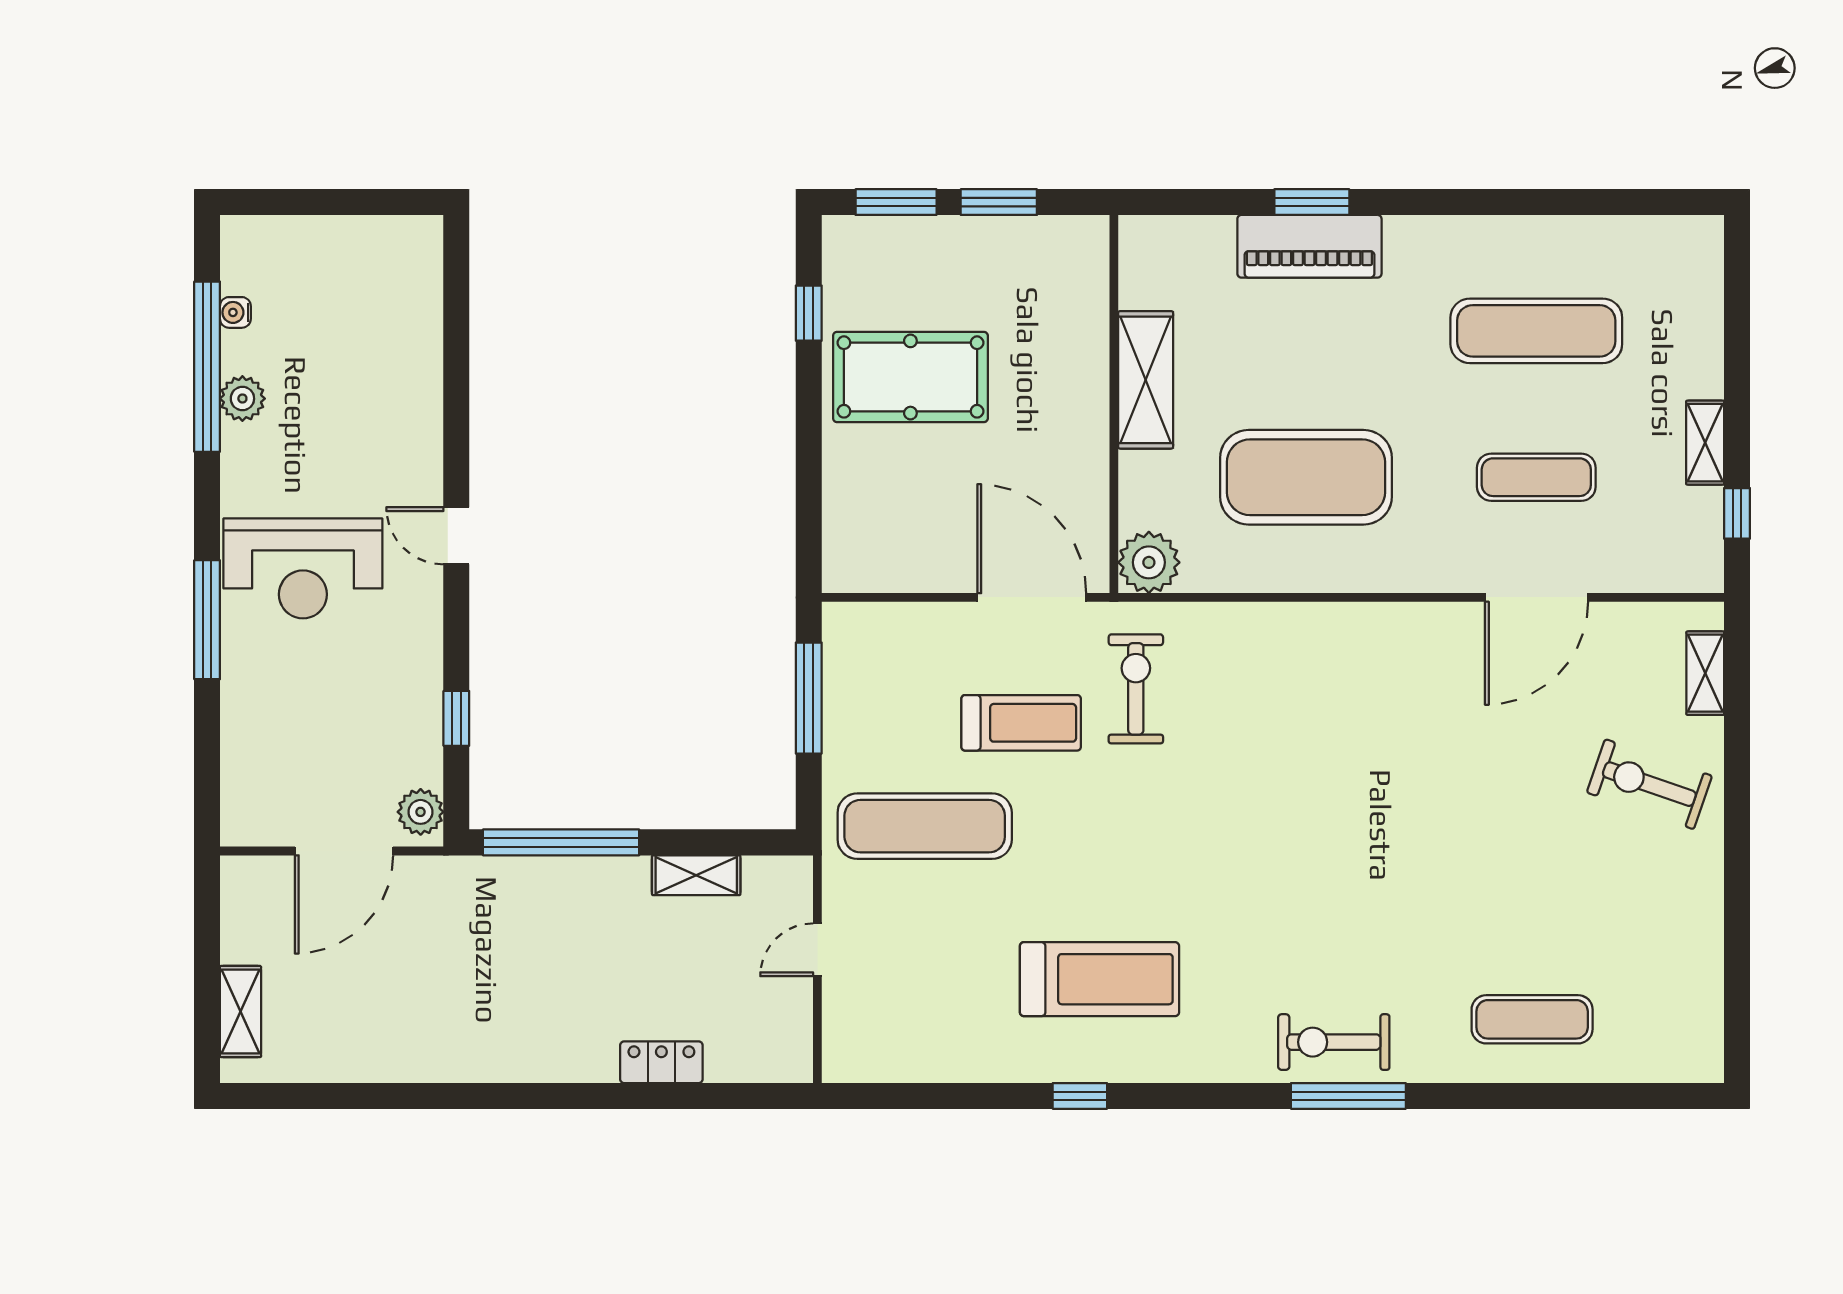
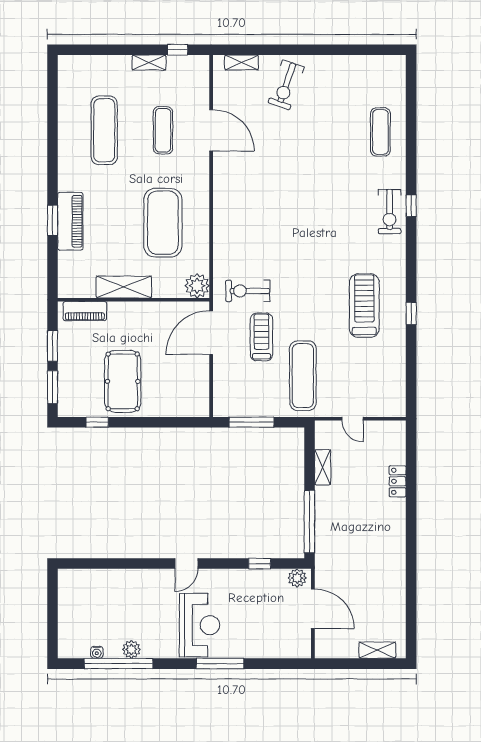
piano: (1086, 283) -> (85, 311), added
window: (1348, 1096) -> (411, 206), width x0.46

